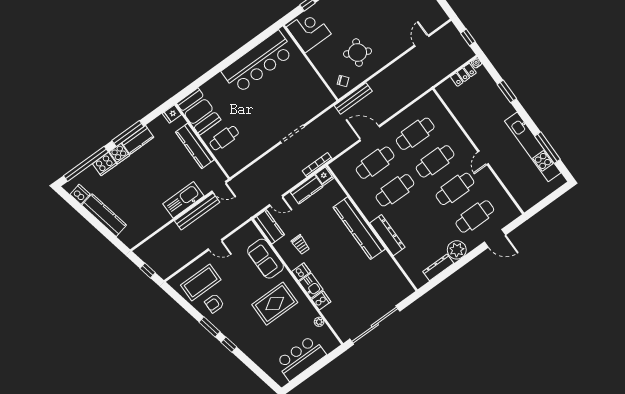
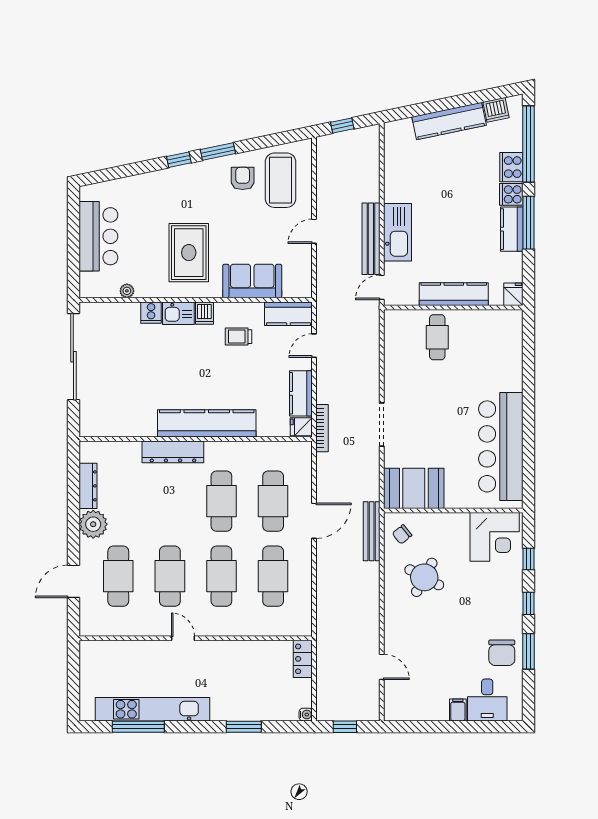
locker: (463, 75) -> (303, 659), moved
booth: (199, 111) -> (414, 488), moved

